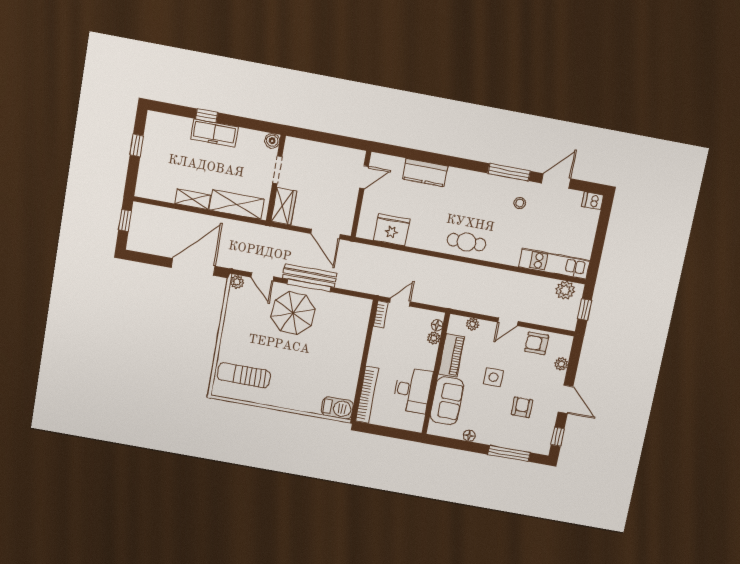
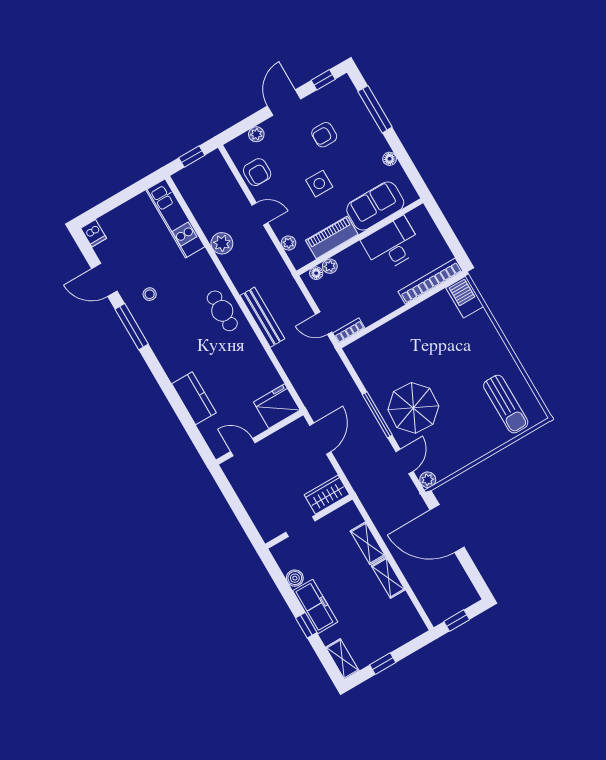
shelving: (163, 120) -> (342, 659), added
boiler: (272, 141) -> (295, 578), moved
shelving: (237, 204) -> (368, 543), width x0.67, depth x0.75
fridge: (392, 230) -> (277, 406), moved, turned 90
bench: (310, 276) -> (262, 317), moved
plant: (565, 290) -> (222, 243), moved

